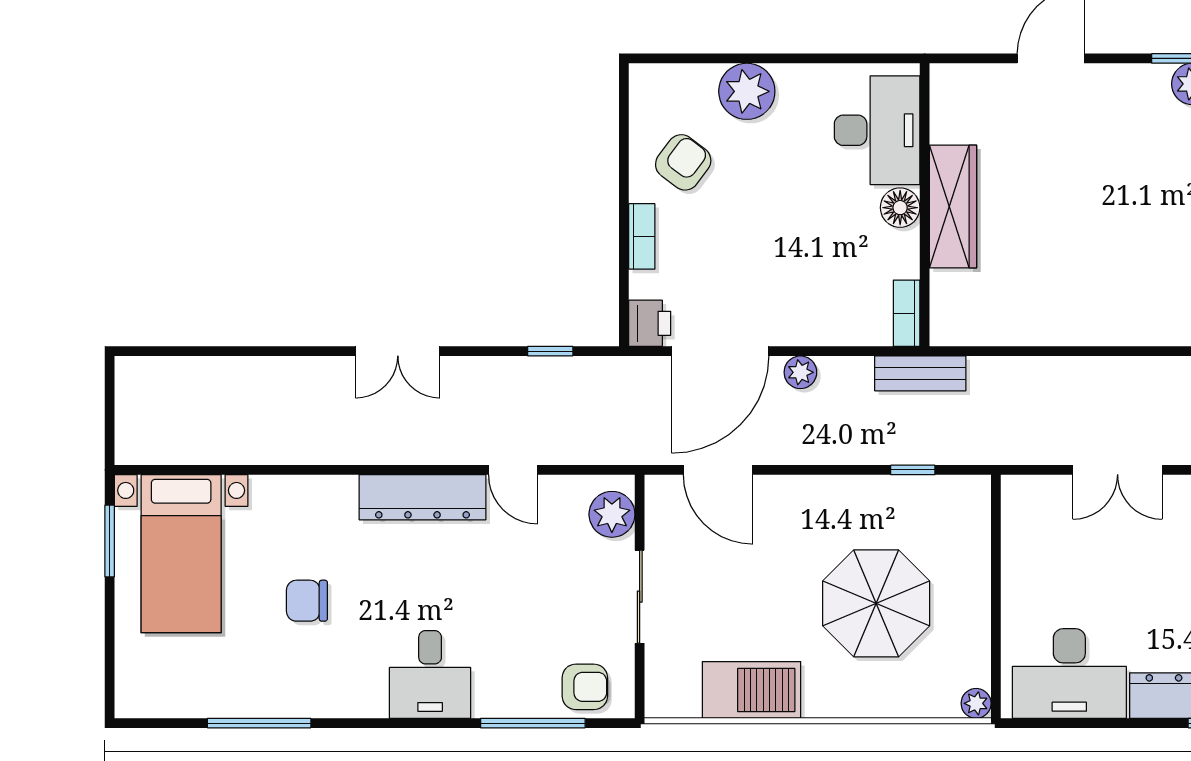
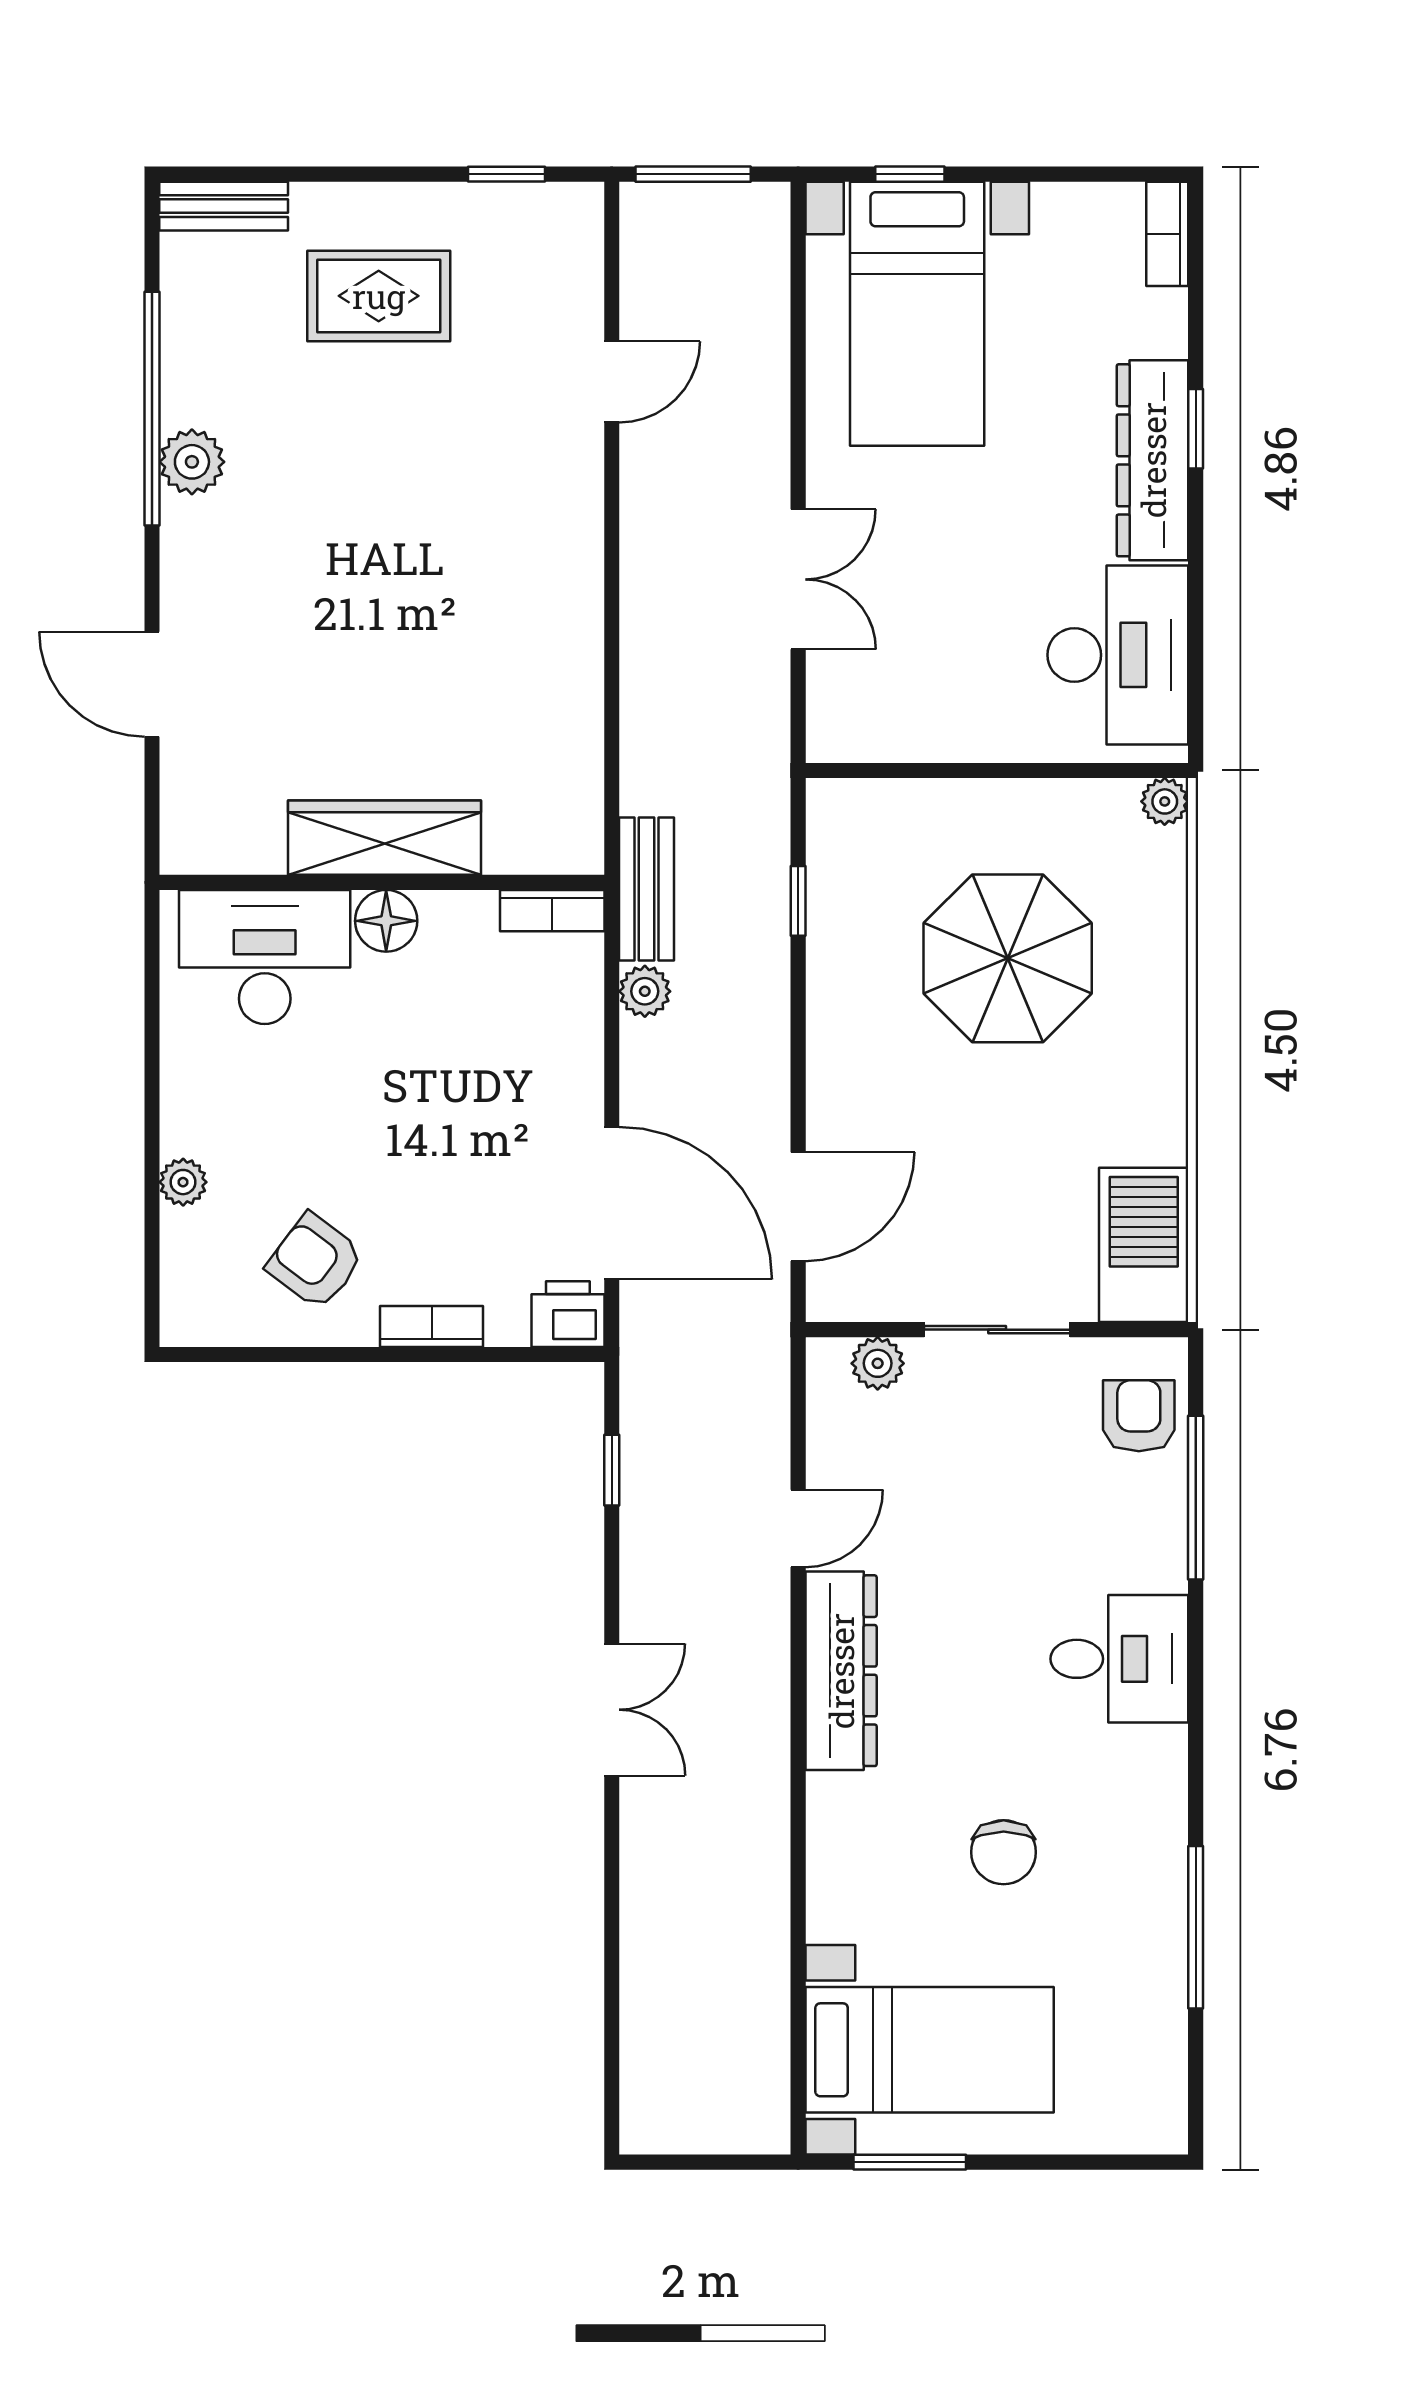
plant: (747, 91) -> (183, 1182), width x0.53, depth x0.53
plant: (800, 372) -> (645, 991), moved
plant: (612, 514) -> (878, 1363), width x0.73, depth x0.73
barbecue: (752, 690) -> (1144, 1245), moved

